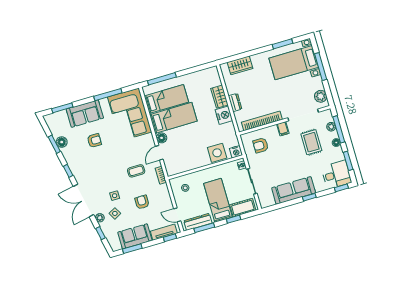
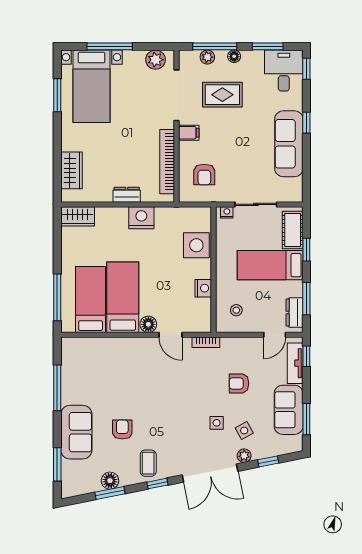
wardrobe: (219, 97) -> (78, 216), moved
corner sofa: (130, 114) -> (98, 363), removed
nightstand: (236, 152) -> (203, 288), moved
coffee table: (136, 171) -> (148, 463), moved
dresser: (198, 222) -> (295, 313), width x0.70

